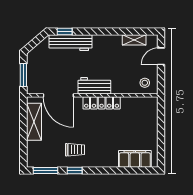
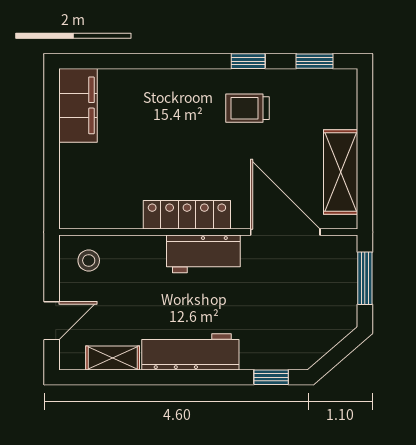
workbench: (71, 43) -> (190, 352), moved
filing cabinet: (135, 159) -> (78, 105), moved, turned -90
window: (45, 170) -> (315, 61), width x0.67

